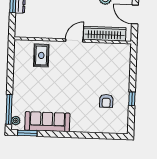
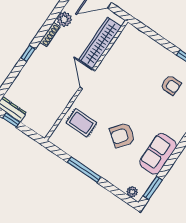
armchair: (51, 89) -> (122, 135), added
window: (9, 109) -> (84, 170), moved
sofa: (47, 122) -> (158, 154), width x0.73

